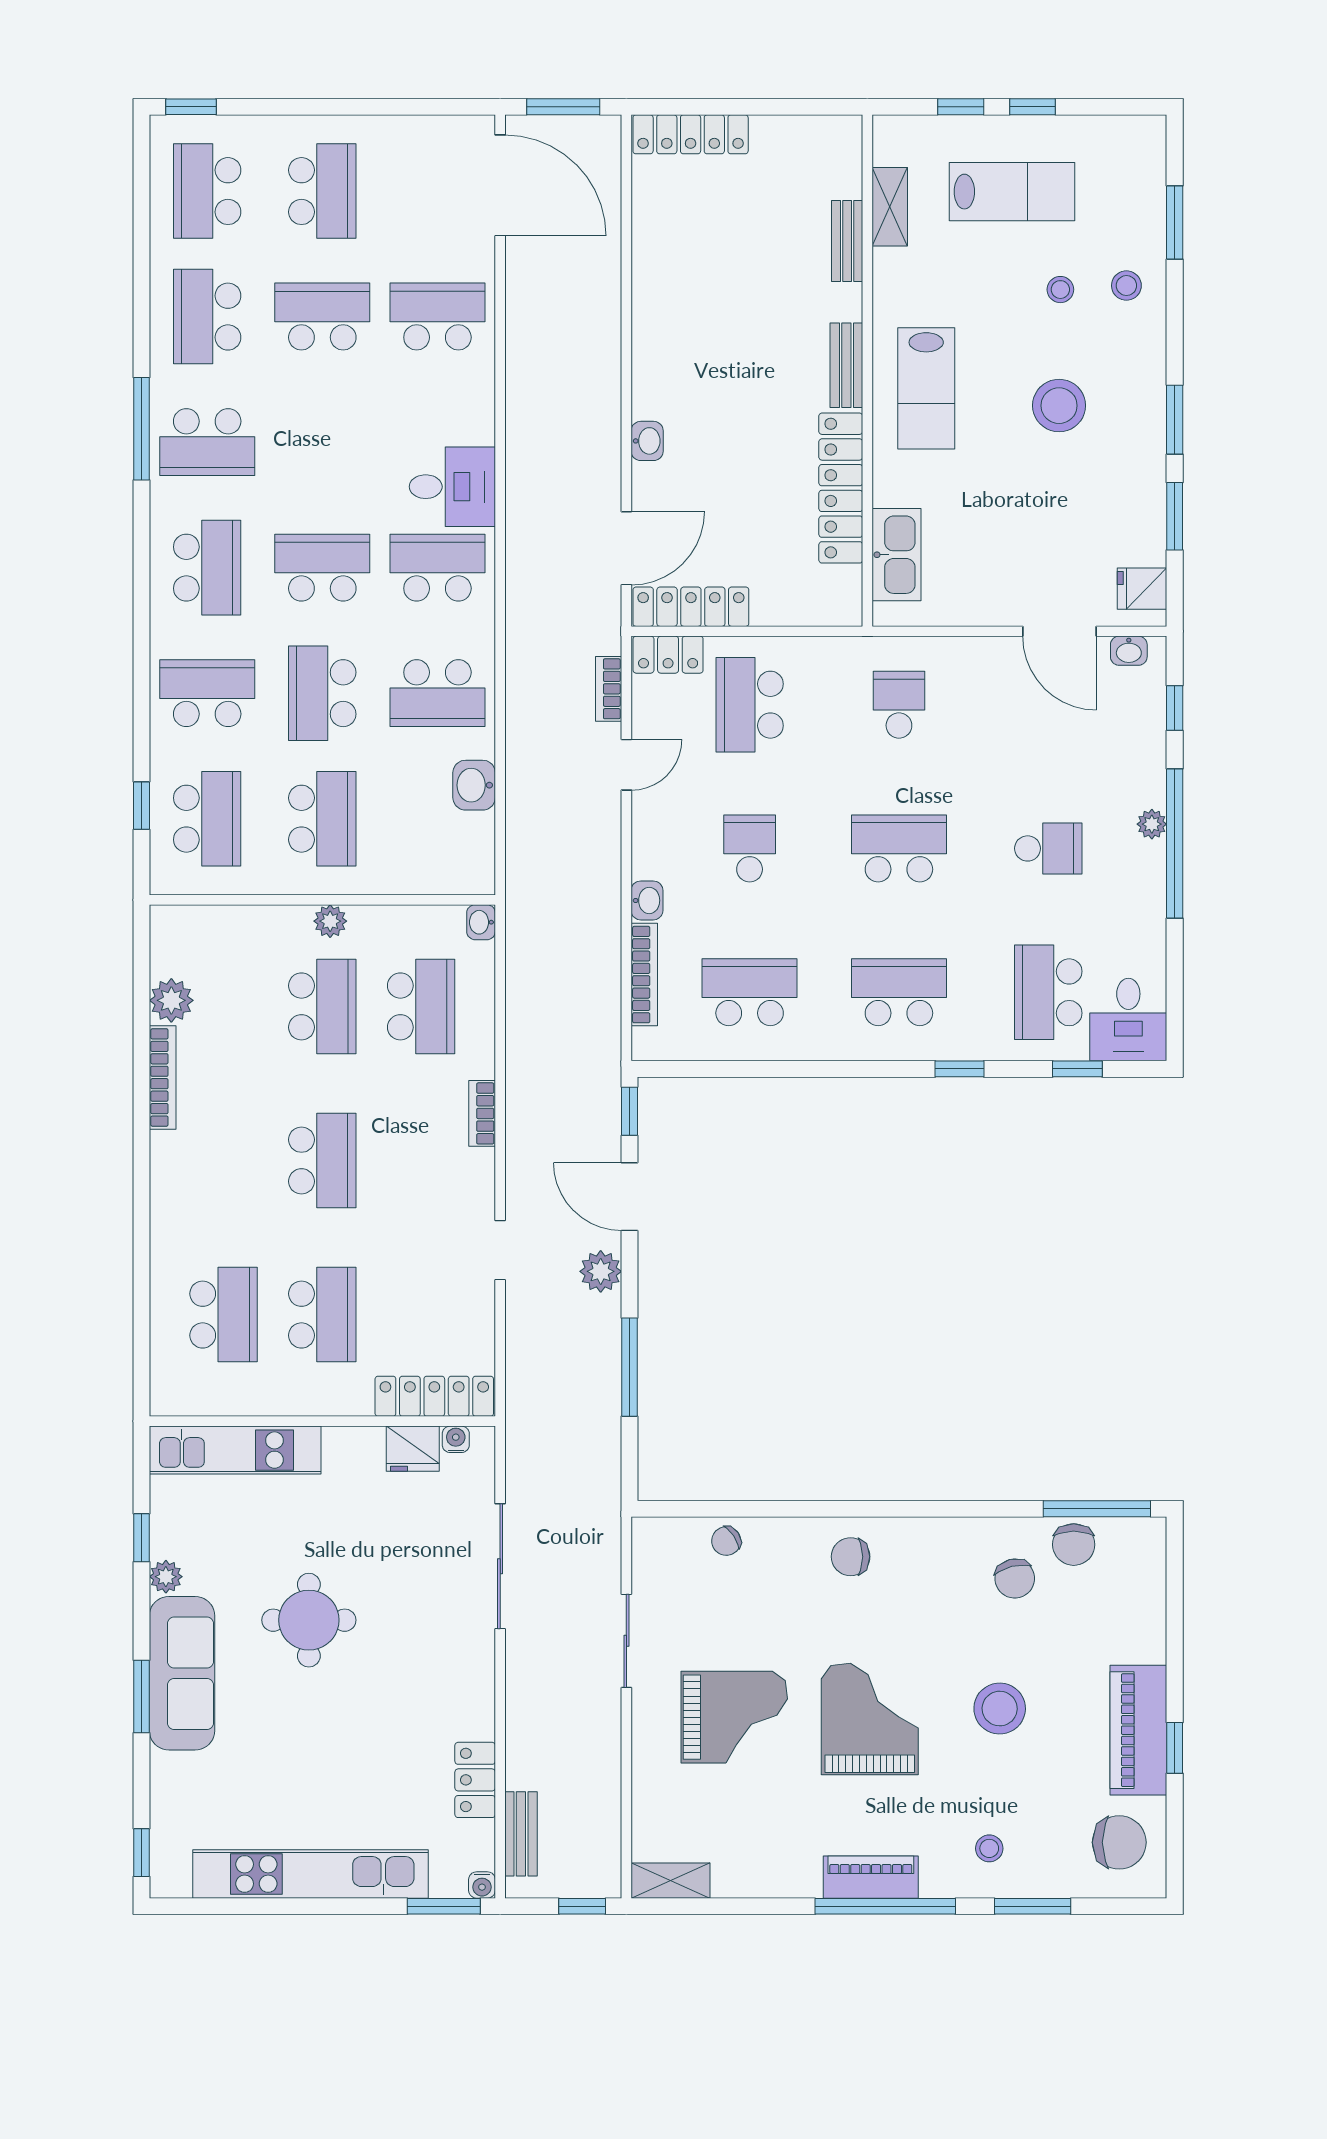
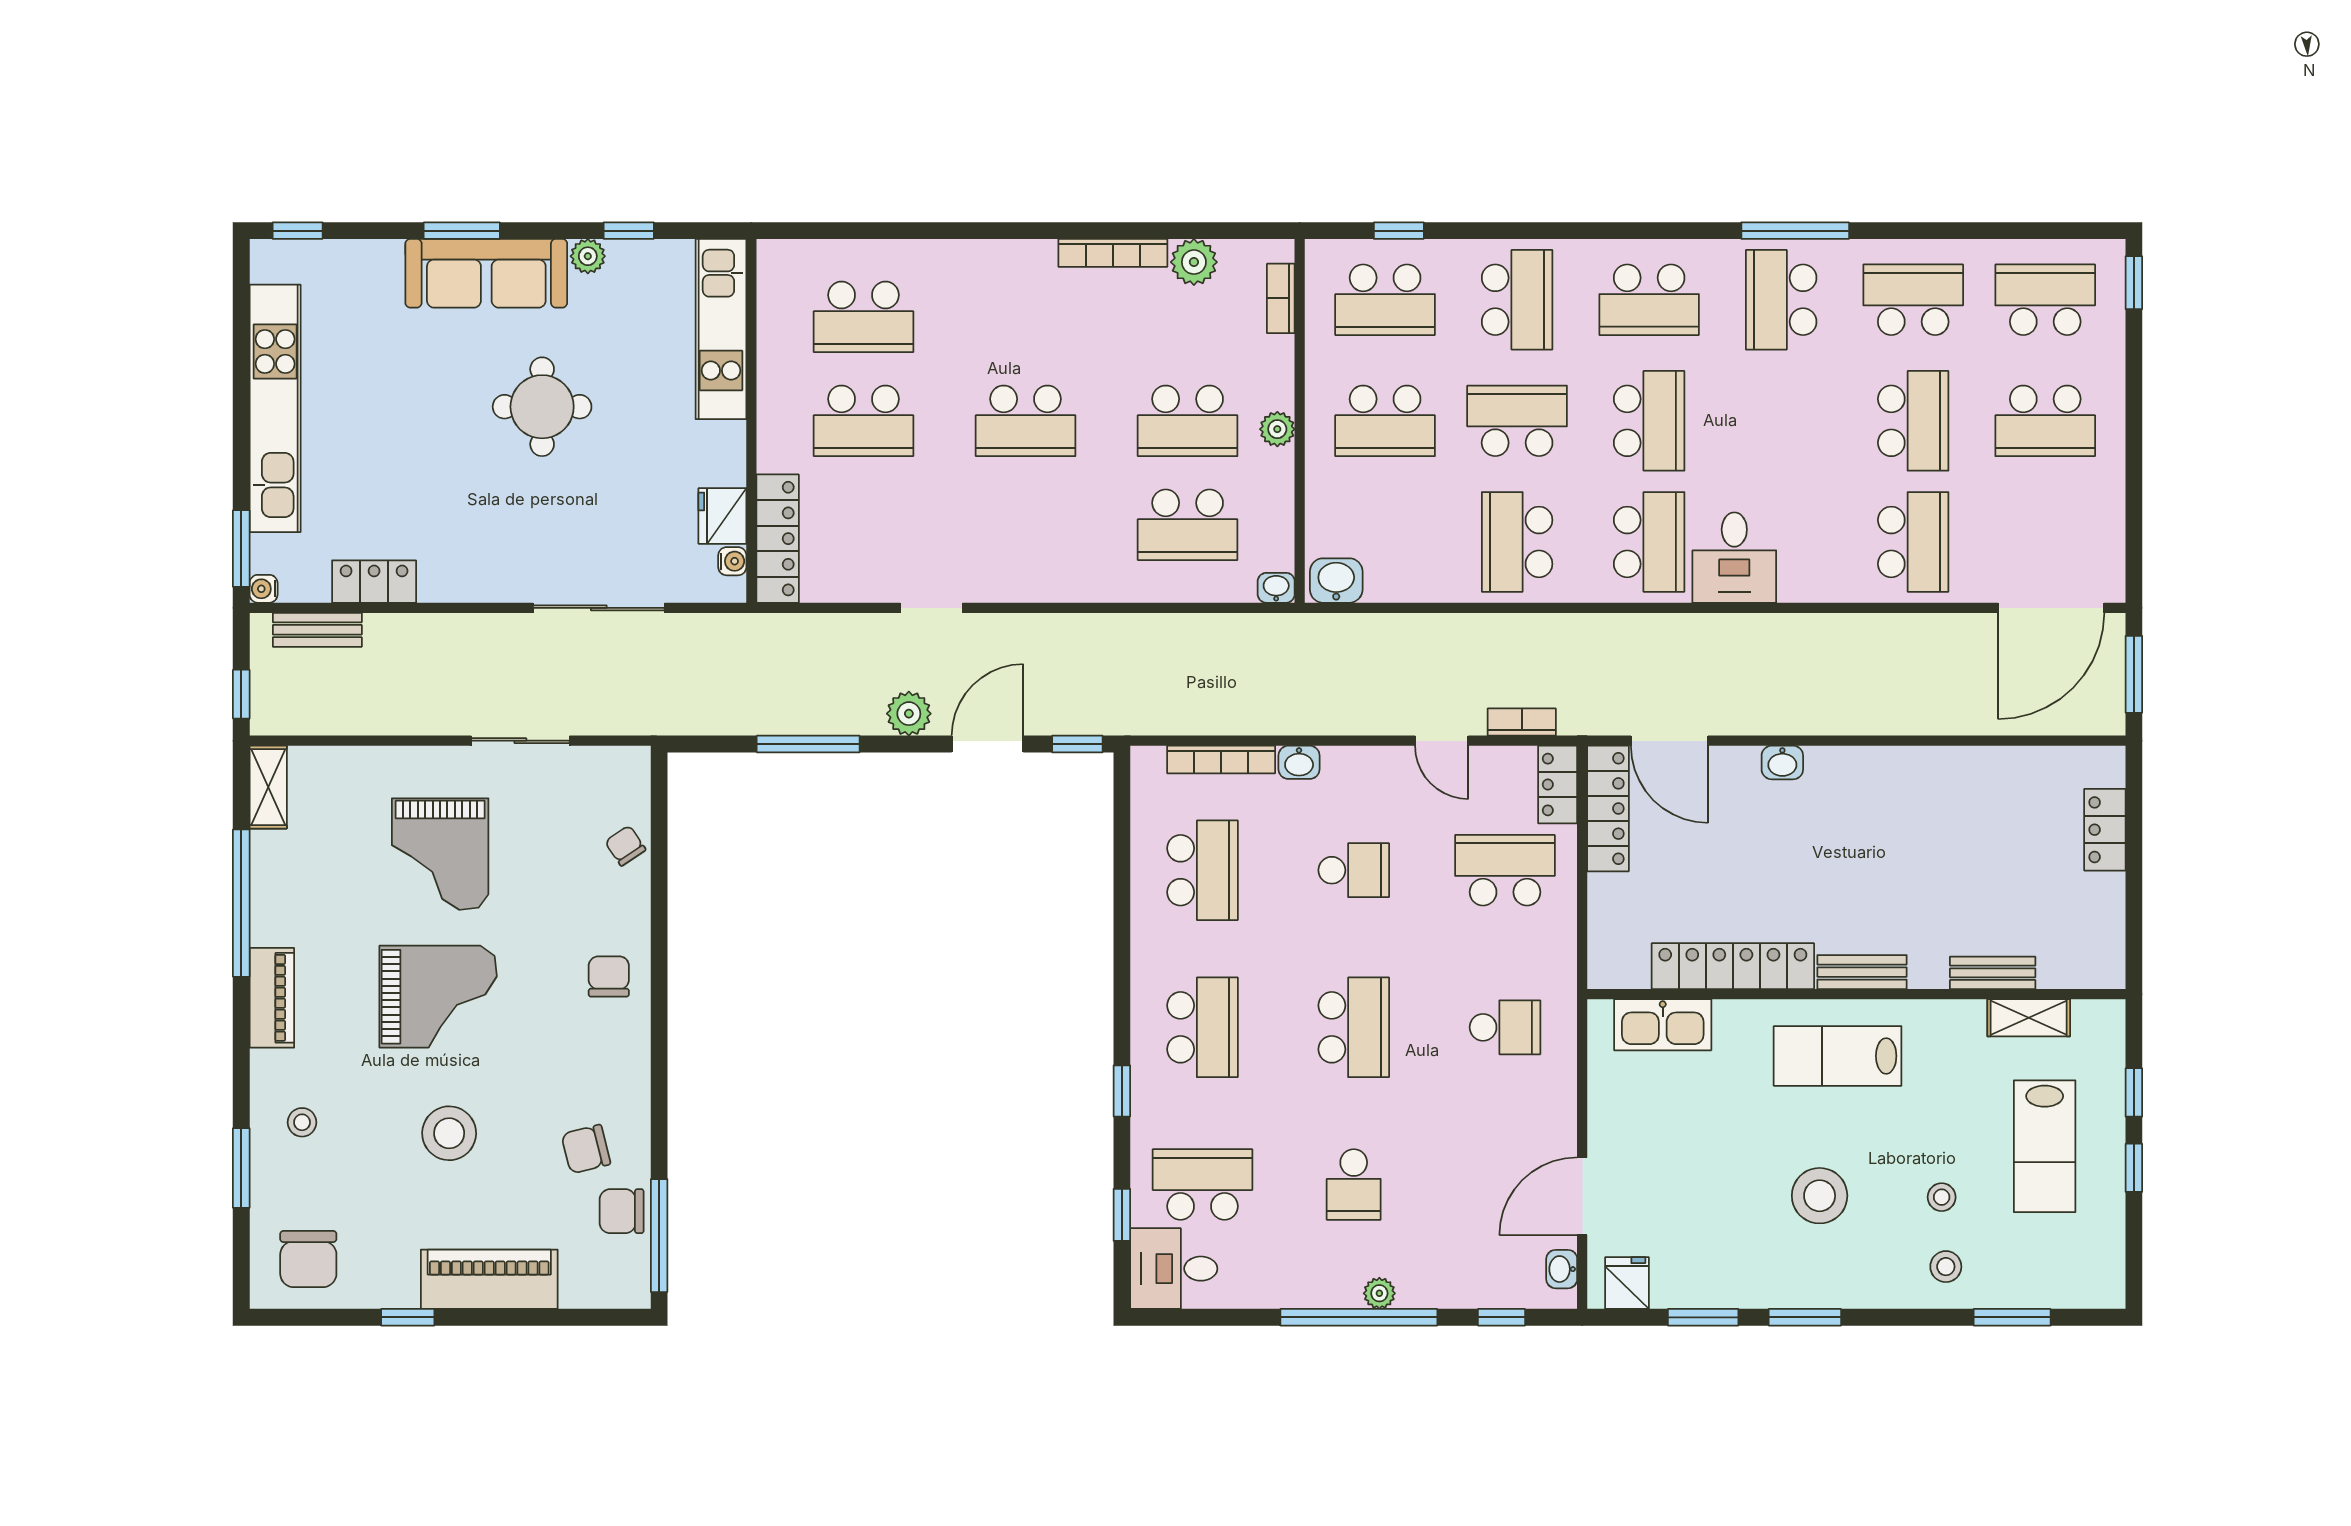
locker: (691, 134) -> (2105, 830), width x0.66
washbasin: (474, 785) -> (1336, 581), moved
bookcase: (482, 1113) -> (1281, 298), moved, turned -90
piano: (1138, 1730) -> (489, 1279), moved
window: (885, 1906) -> (241, 903), moved

